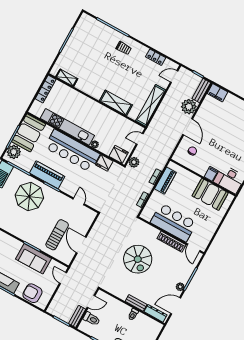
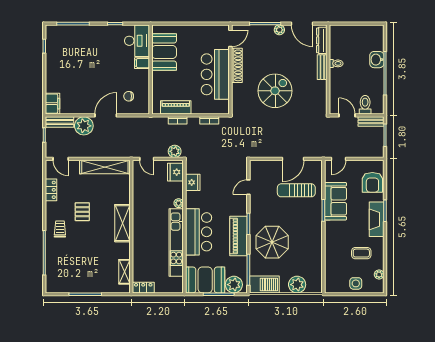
pallet: (127, 71) -> (82, 212), added
locker: (46, 89) -> (143, 288), width x0.66
shelving: (116, 103) -> (123, 223), moved
bar counter: (72, 151) -> (199, 232), width x0.73

